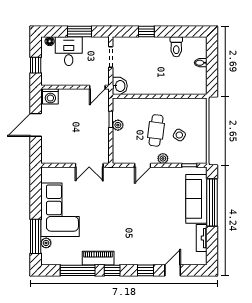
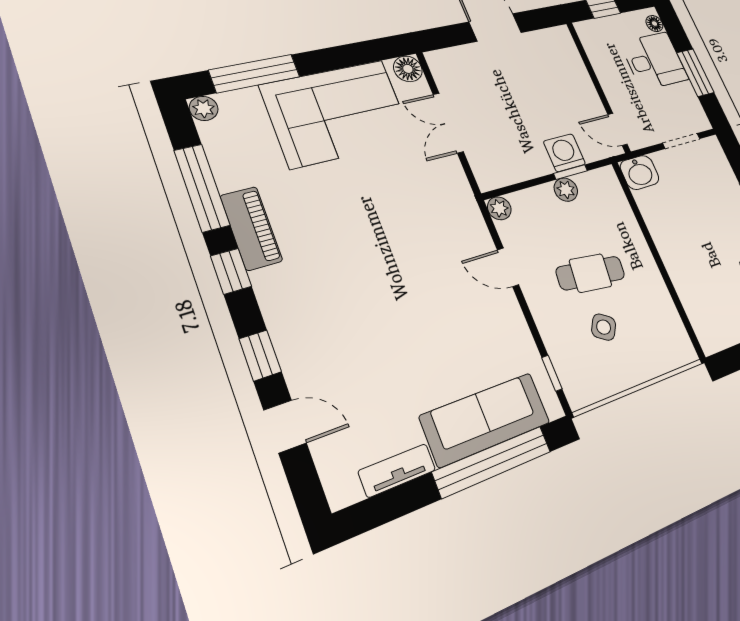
washing machine: (50, 96) -> (564, 153), moved, turned 90
plant: (163, 158) -> (499, 208), moved
double door: (89, 165) -> (448, 123), moved
floor lamp: (47, 173) -> (408, 69), added
plant: (46, 243) -> (204, 108), moved

